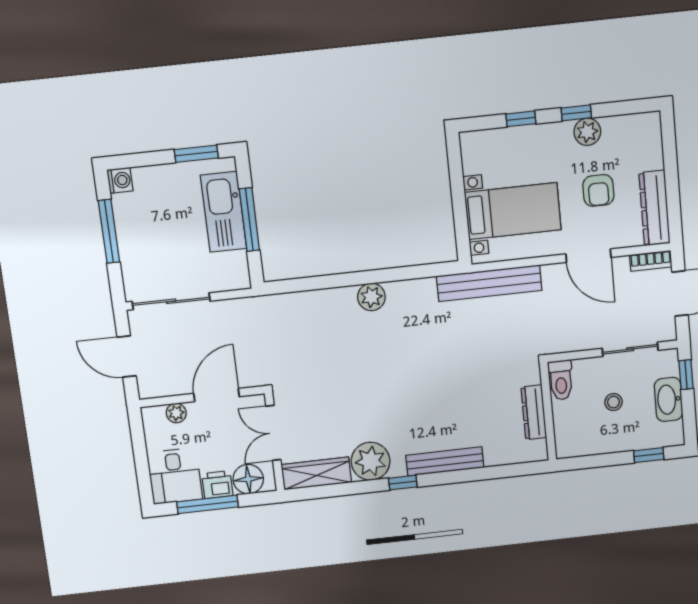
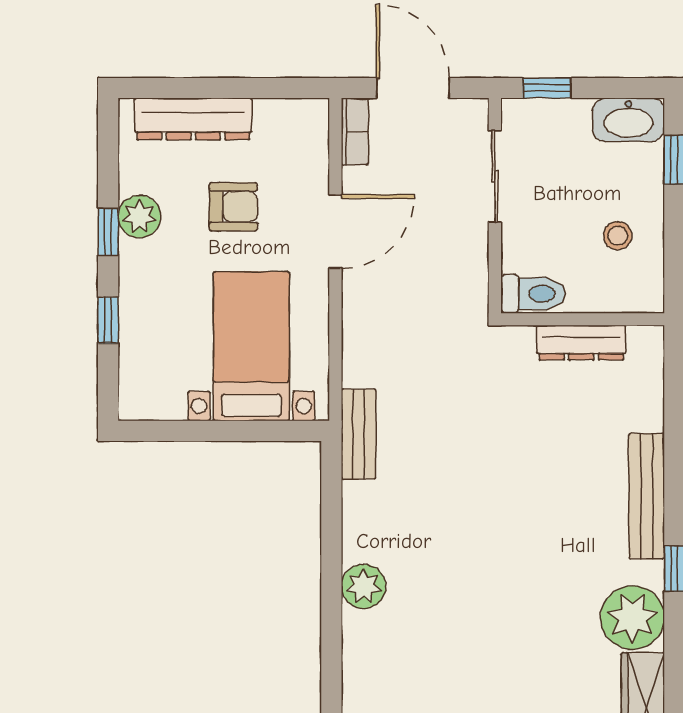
dresser: (655, 208) -> (193, 119), moved
bench: (489, 283) -> (359, 434), width x0.54, depth x0.82
washbasin: (668, 399) -> (629, 120), moved
stool: (613, 402) -> (618, 236), moved

